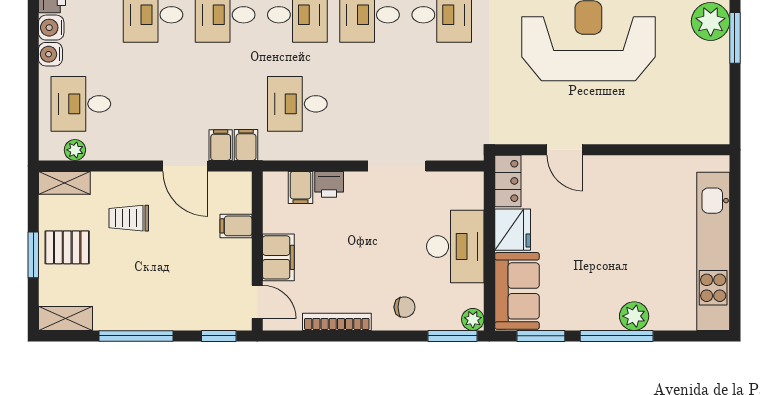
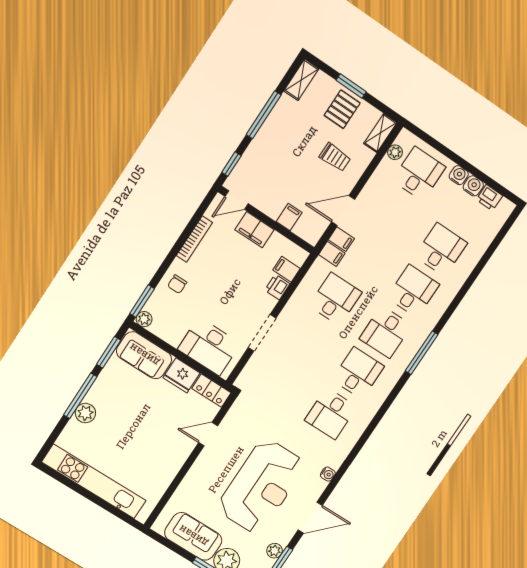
sofa: (706, 84) -> (193, 536), added
trolley: (129, 218) -> (335, 157), turned 90
desk: (455, 247) -> (209, 346), moved

